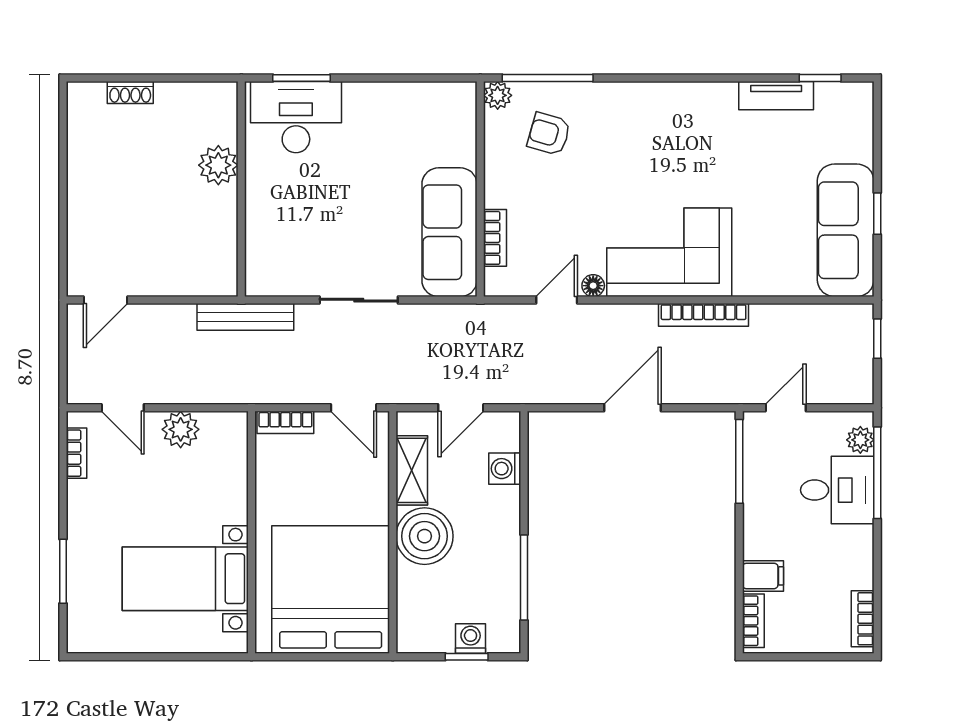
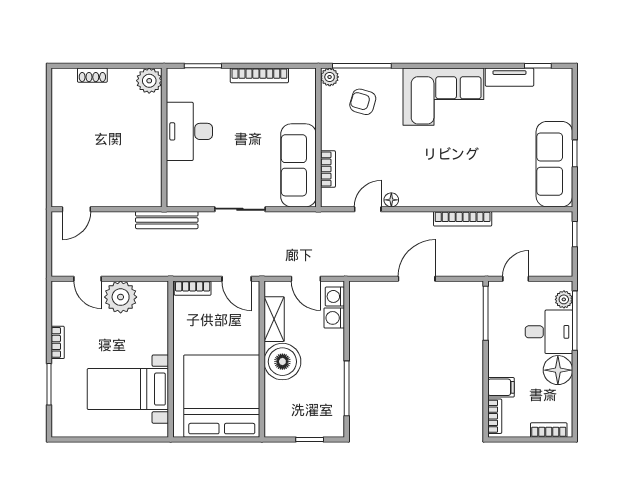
bookcase: (389, 93) -> (259, 75), added
desk: (296, 117) -> (189, 131), moved, turned -90
plant: (218, 165) -> (149, 81), moved
corner sofa: (669, 252) -> (443, 97), moved, turned 180
door: (461, 408) -> (306, 279), hinge flipped
plant: (181, 429) -> (121, 297), width x1.36, depth x1.36
bookcase: (77, 453) -> (58, 342), moved
floor lamp: (851, 549) -> (558, 370), added
bookcase: (863, 619) -> (549, 430), moved, turned 90
washing machine: (471, 639) -> (335, 296), moved, turned -90

